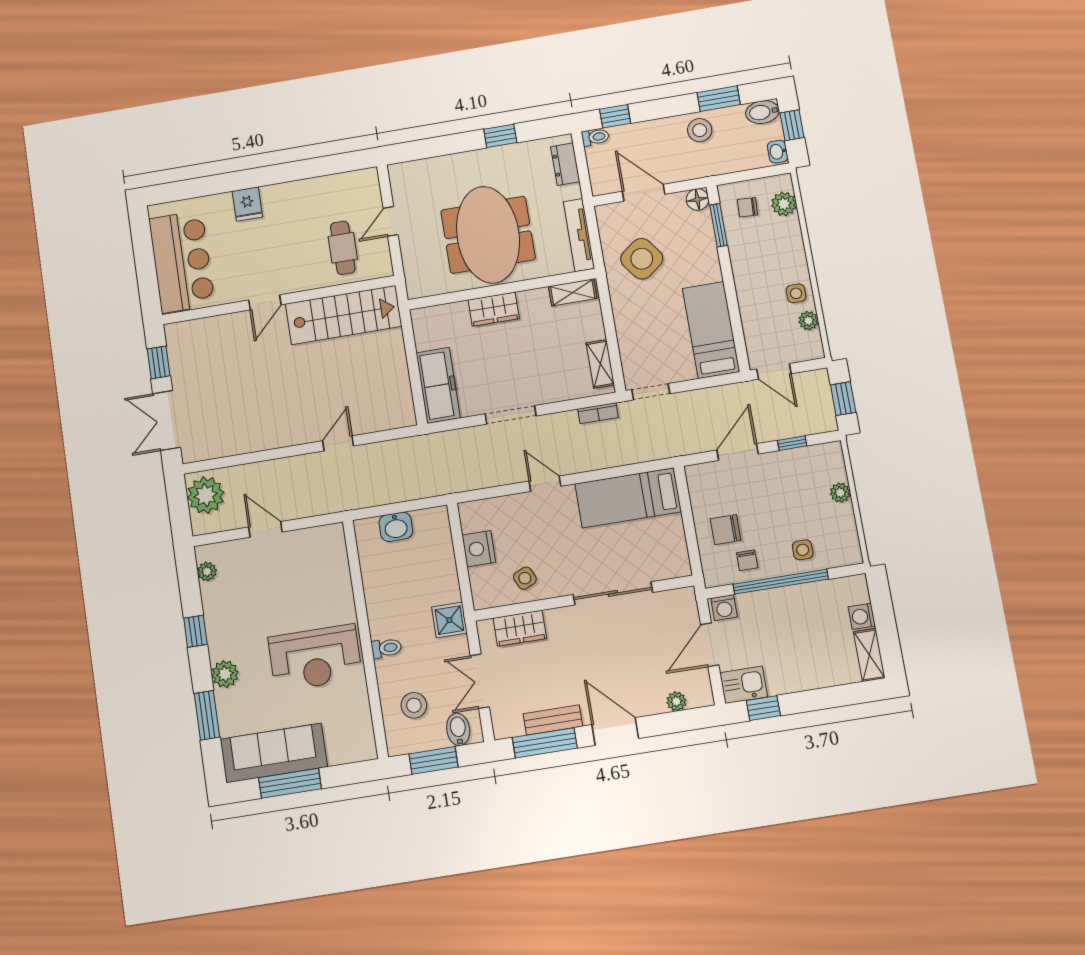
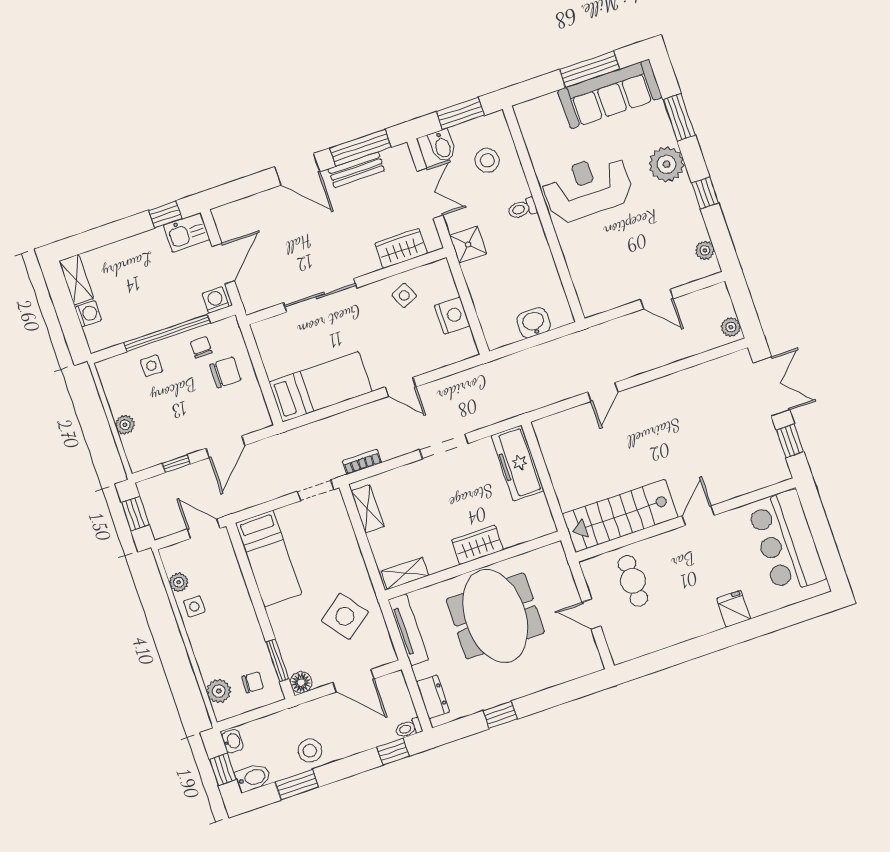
door: (391, 221) -> (591, 614), swing flipped
plant: (206, 495) -> (731, 327), width x0.53, depth x0.53
plant: (225, 674) -> (667, 164), width x1.36, depth x1.36
plant: (676, 701) -> (246, 207), removed

